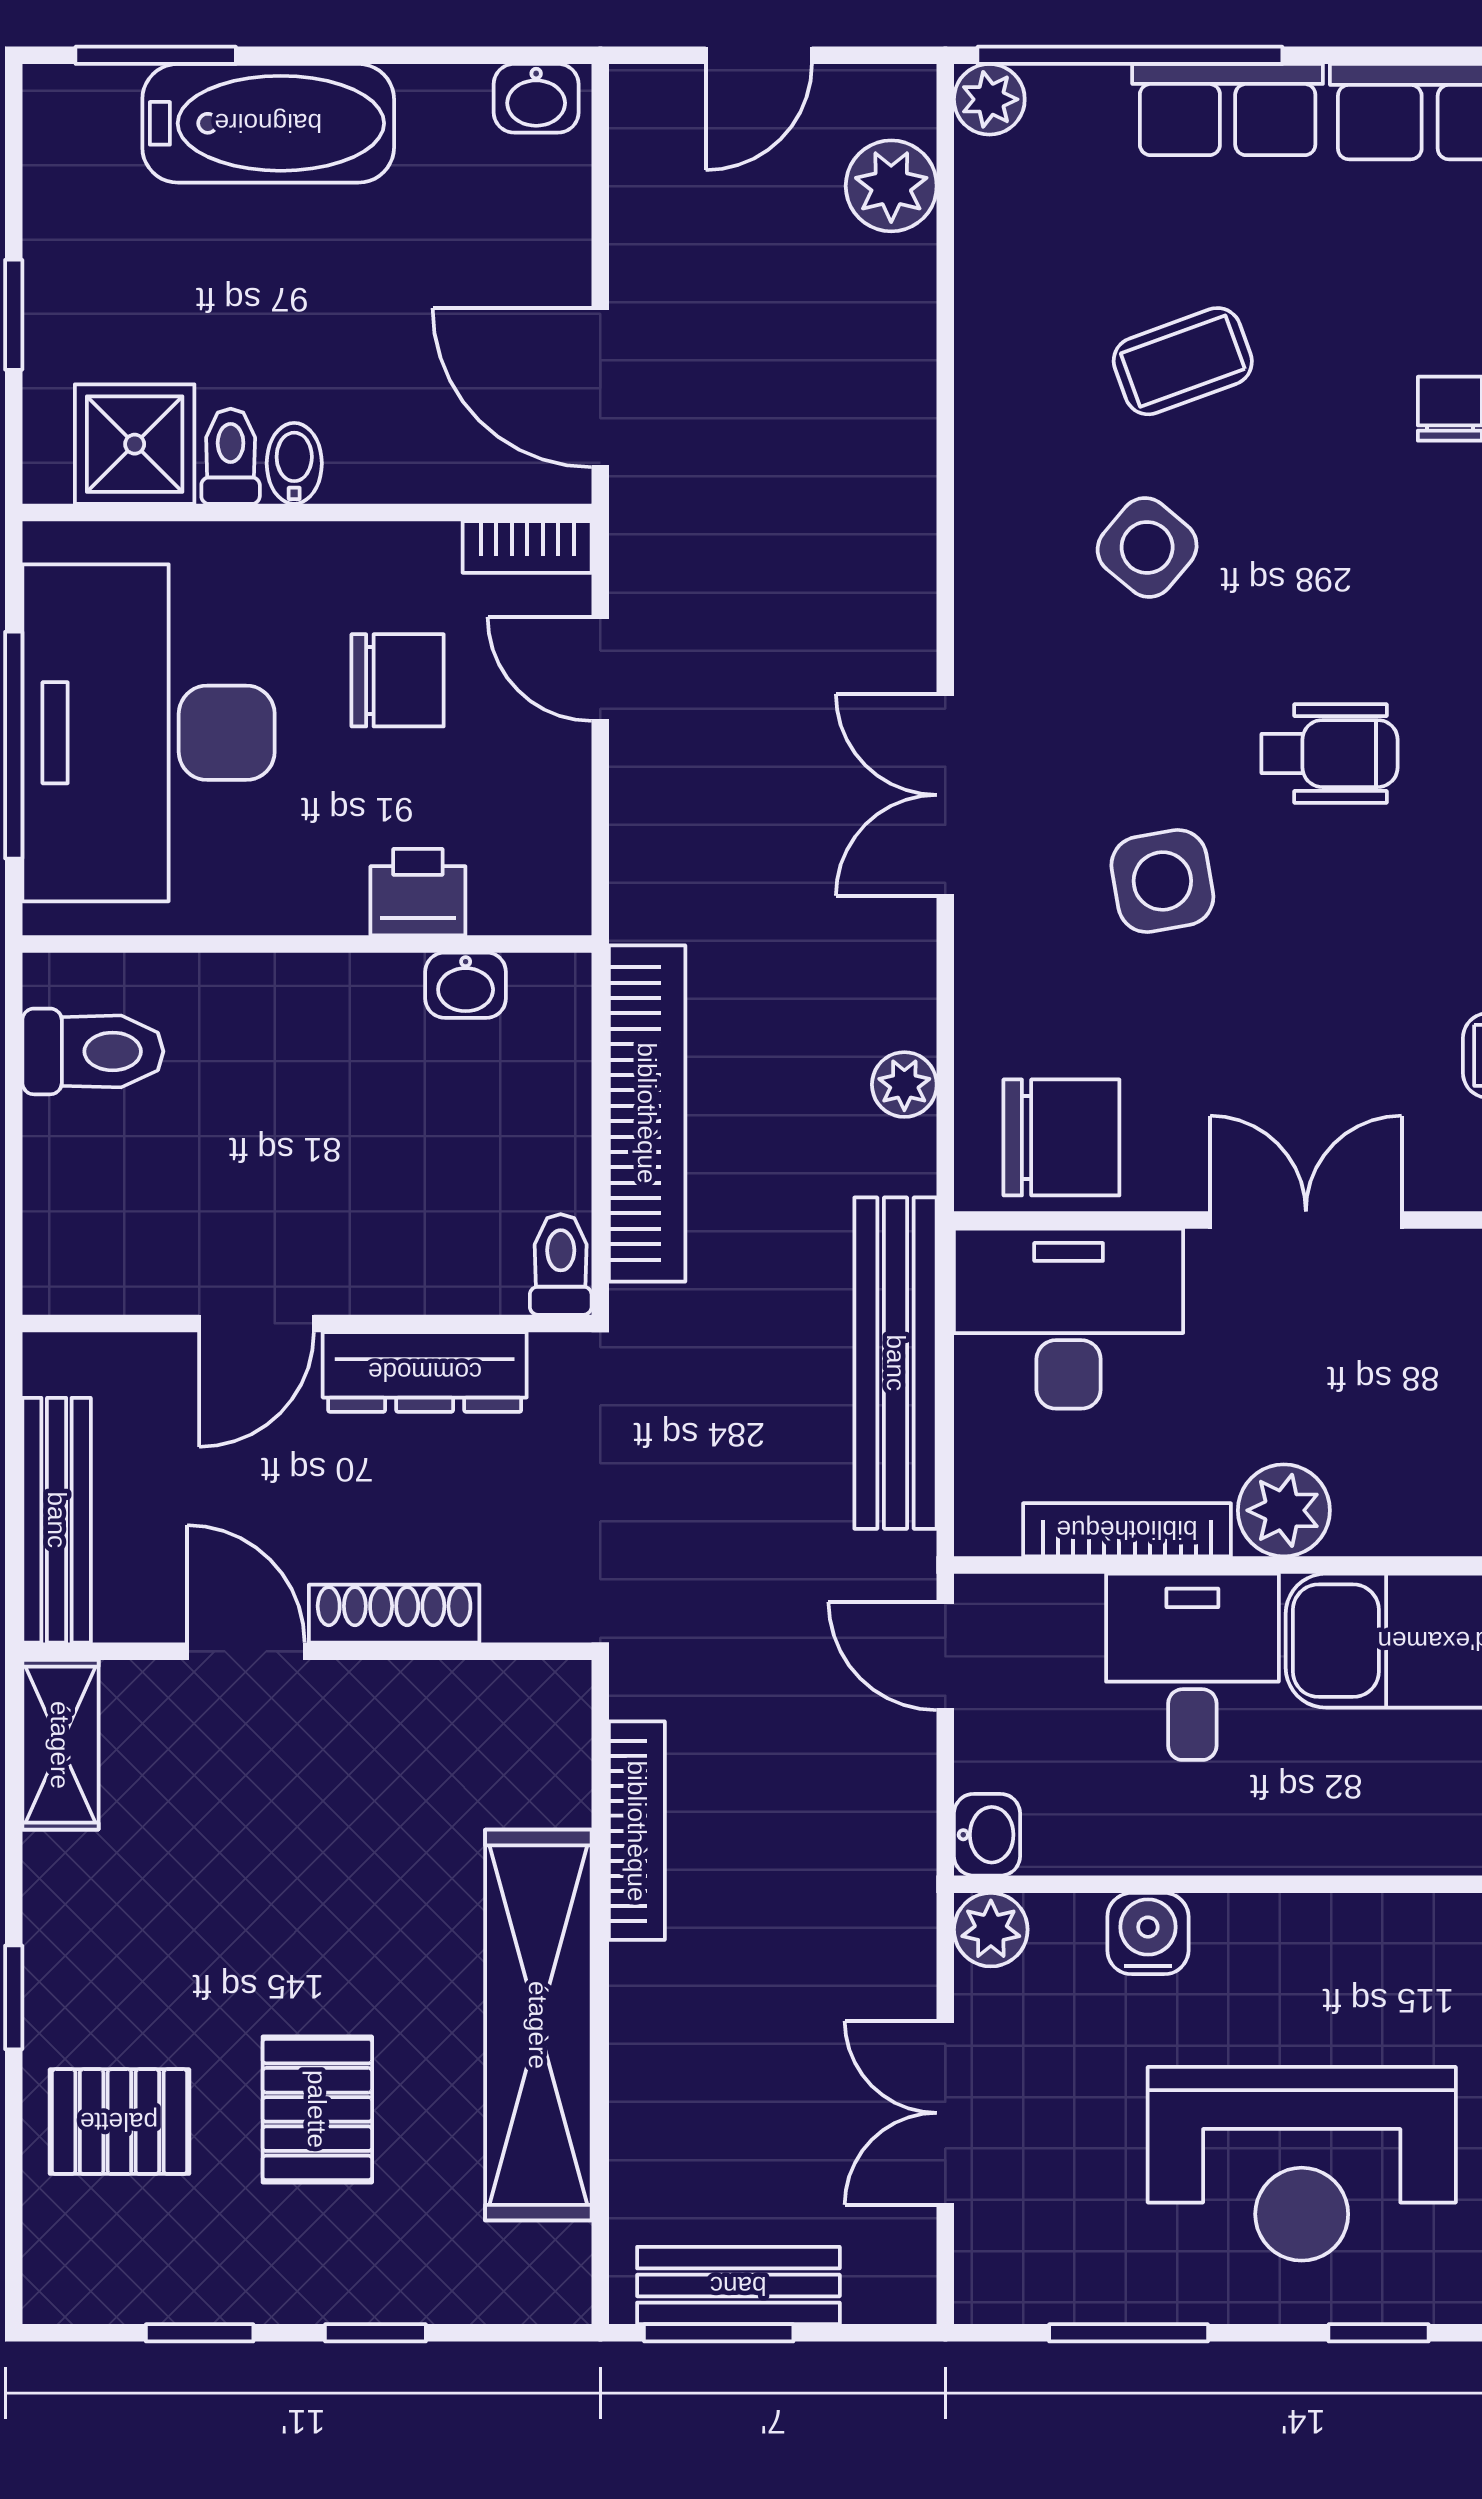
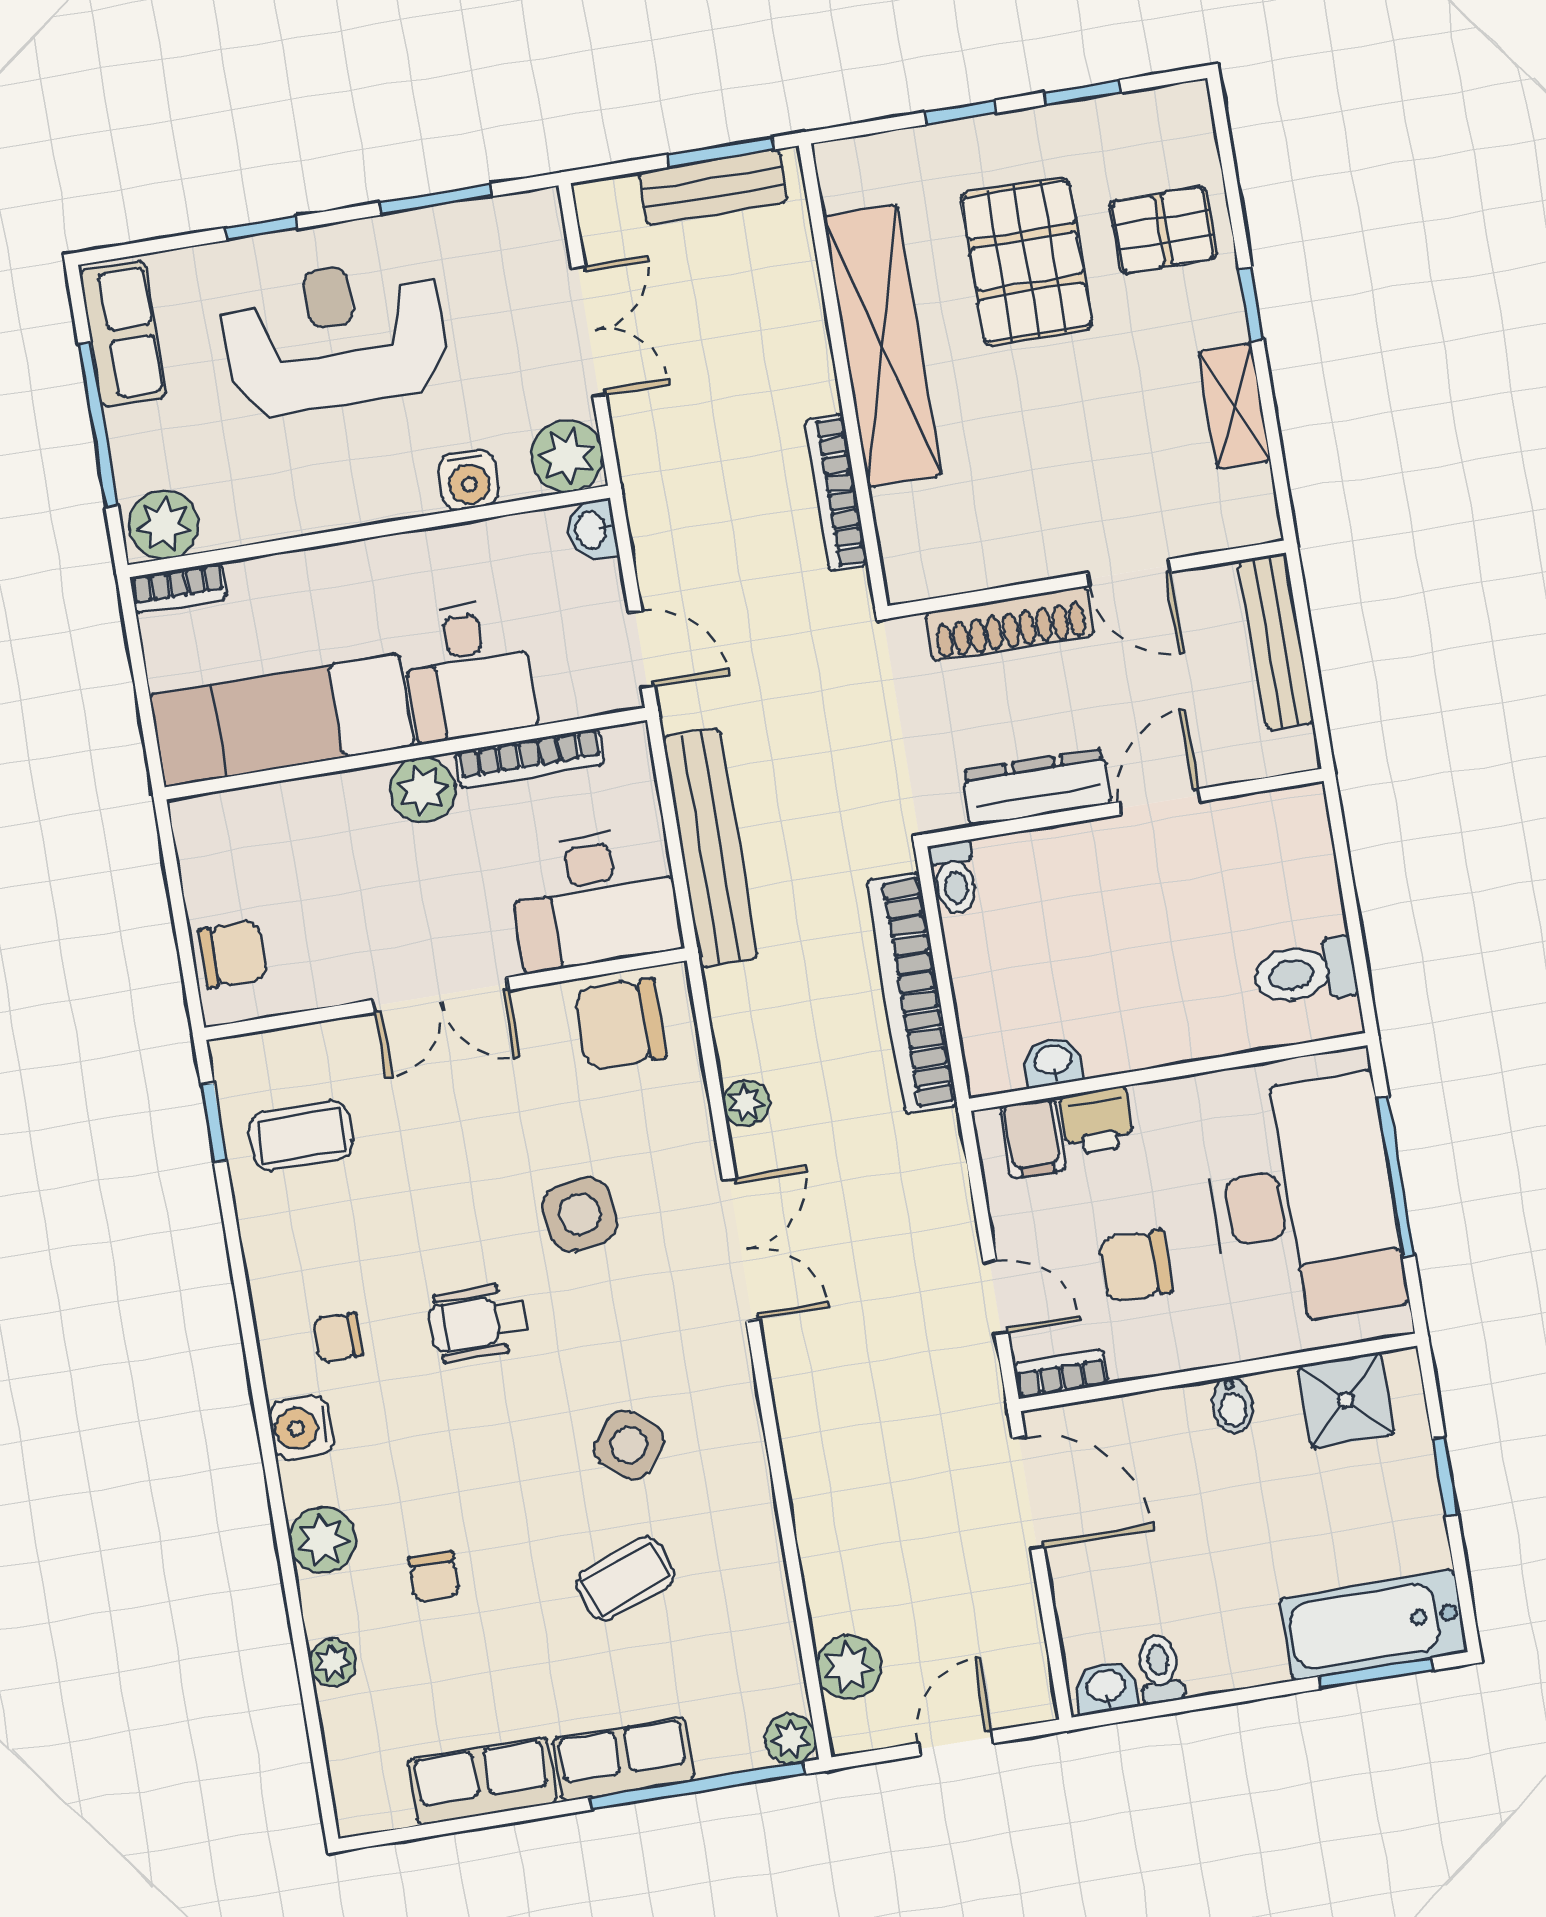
bathtub: (268, 123) -> (1373, 1625), moved
toilet: (231, 456) -> (1159, 1669), moved, turned 180
filing cabinet: (512, 883) -> (1033, 1138), added
plant: (904, 1085) -> (746, 1103), moved
shoe rack: (394, 1614) -> (1010, 624), width x1.36, depth x1.24
shelving: (60, 1745) -> (1234, 406), moved
plant: (991, 1930) -> (567, 456), width x1.38, depth x1.38
pallet: (317, 2109) -> (1027, 261), width x1.50, depth x1.42

